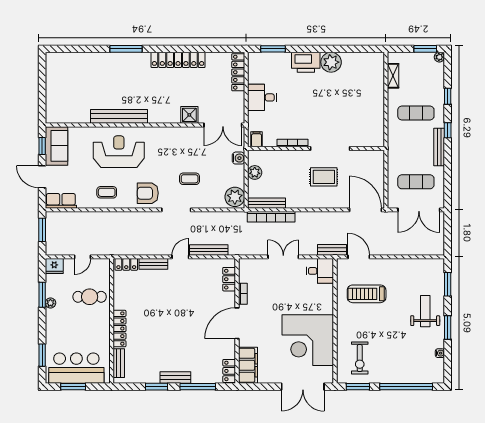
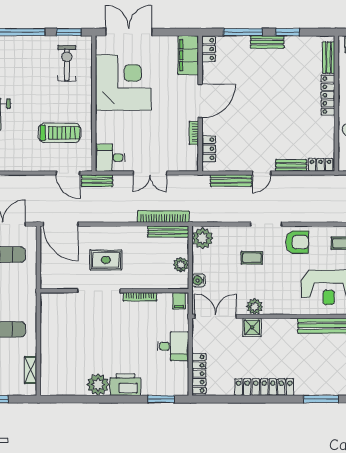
plant: (187, 134) -> (255, 307), added

